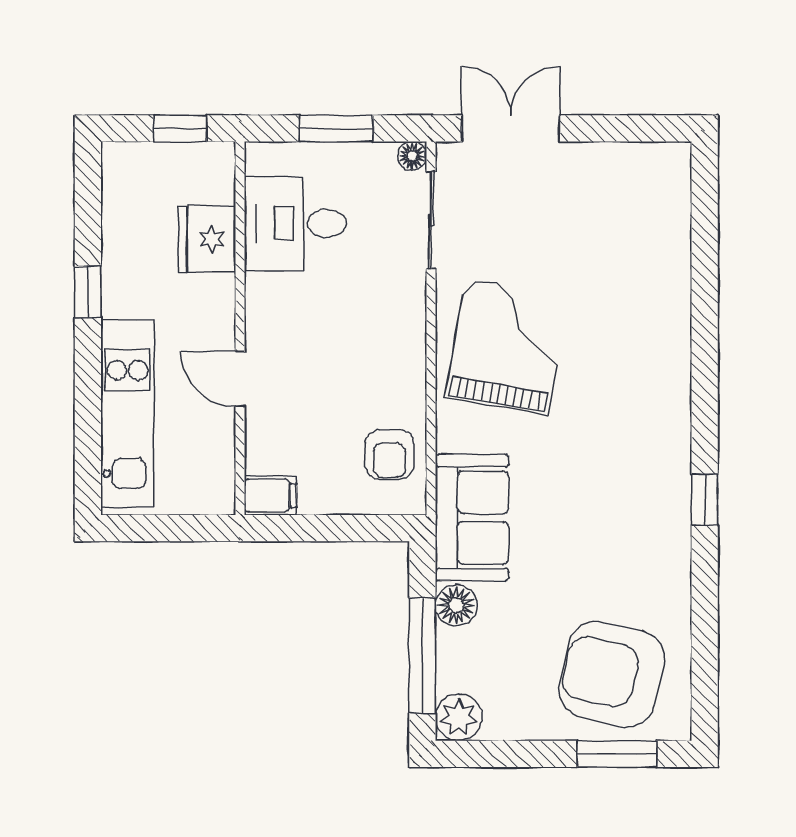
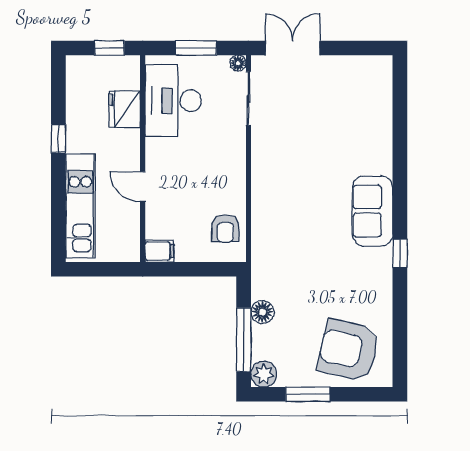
desk: (295, 223) -> (173, 101), width x1.37
grand piano: (507, 346) -> (290, 169), removed
sofa: (472, 518) -> (372, 211), moved, turned 180
window: (617, 754) -> (308, 394), moved

